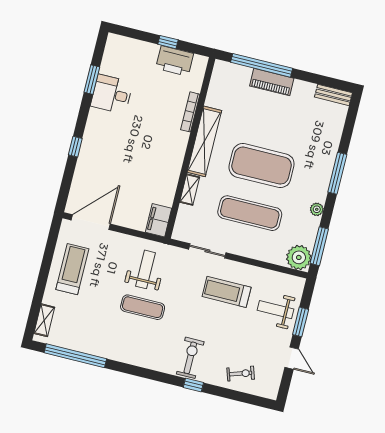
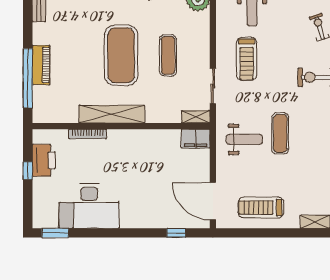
window: (92, 80) -> (55, 233), moved
desk: (112, 94) -> (89, 206), width x1.87, depth x1.30
window: (75, 147) -> (176, 233), moved
shelving: (190, 190) -> (196, 117), moved
exercise mat: (250, 213) -> (168, 55), width x0.73, depth x0.69
weight bench: (145, 269) -> (244, 139), turned 180

